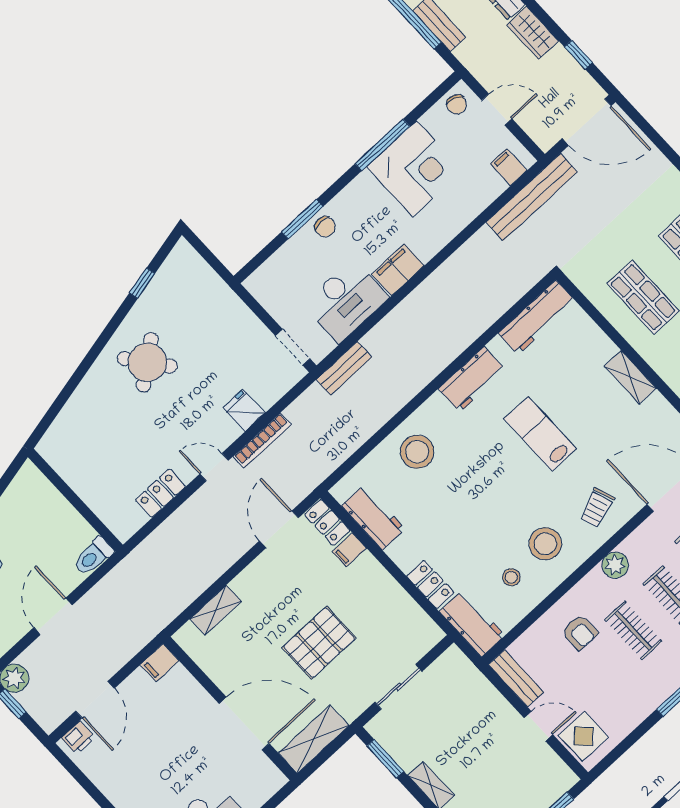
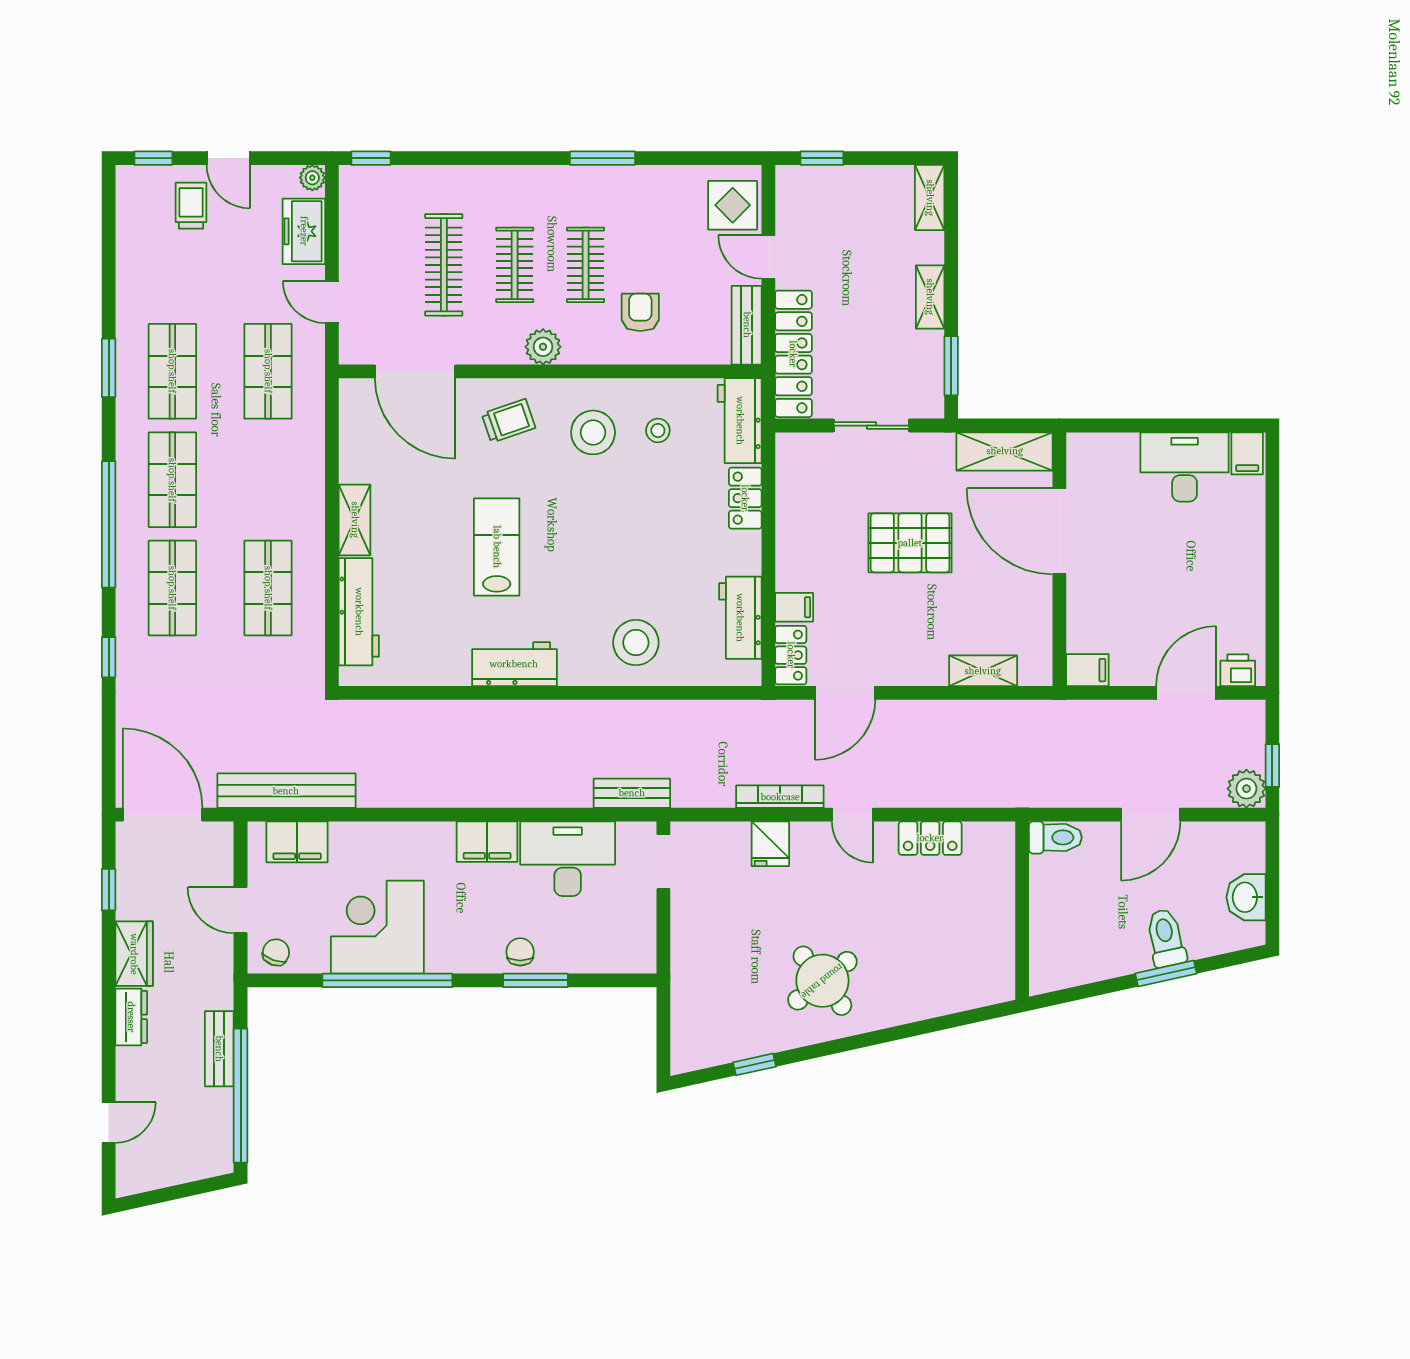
window: (382, 145) -> (387, 980), width x1.46
filing cabinet: (509, 167) -> (297, 842), width x2.00
workbench: (537, 317) -> (359, 612), moved, turned 90
lab bench: (540, 434) -> (497, 547), turned 180
locker: (476, 686) -> (793, 354), added

